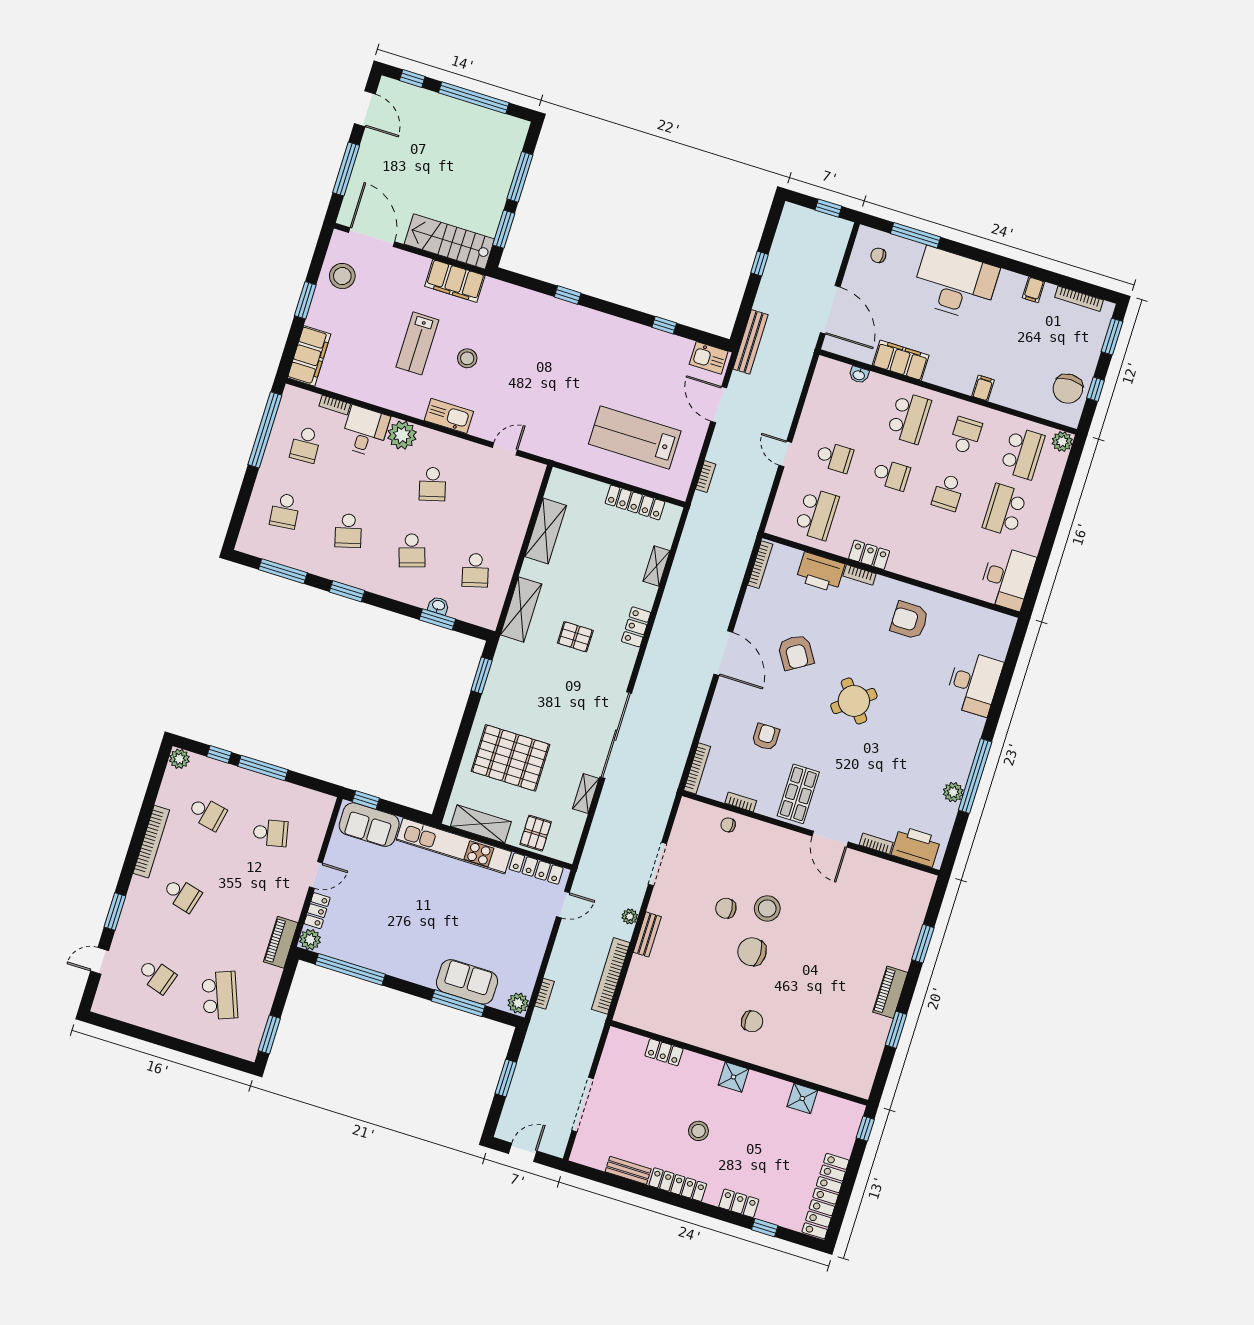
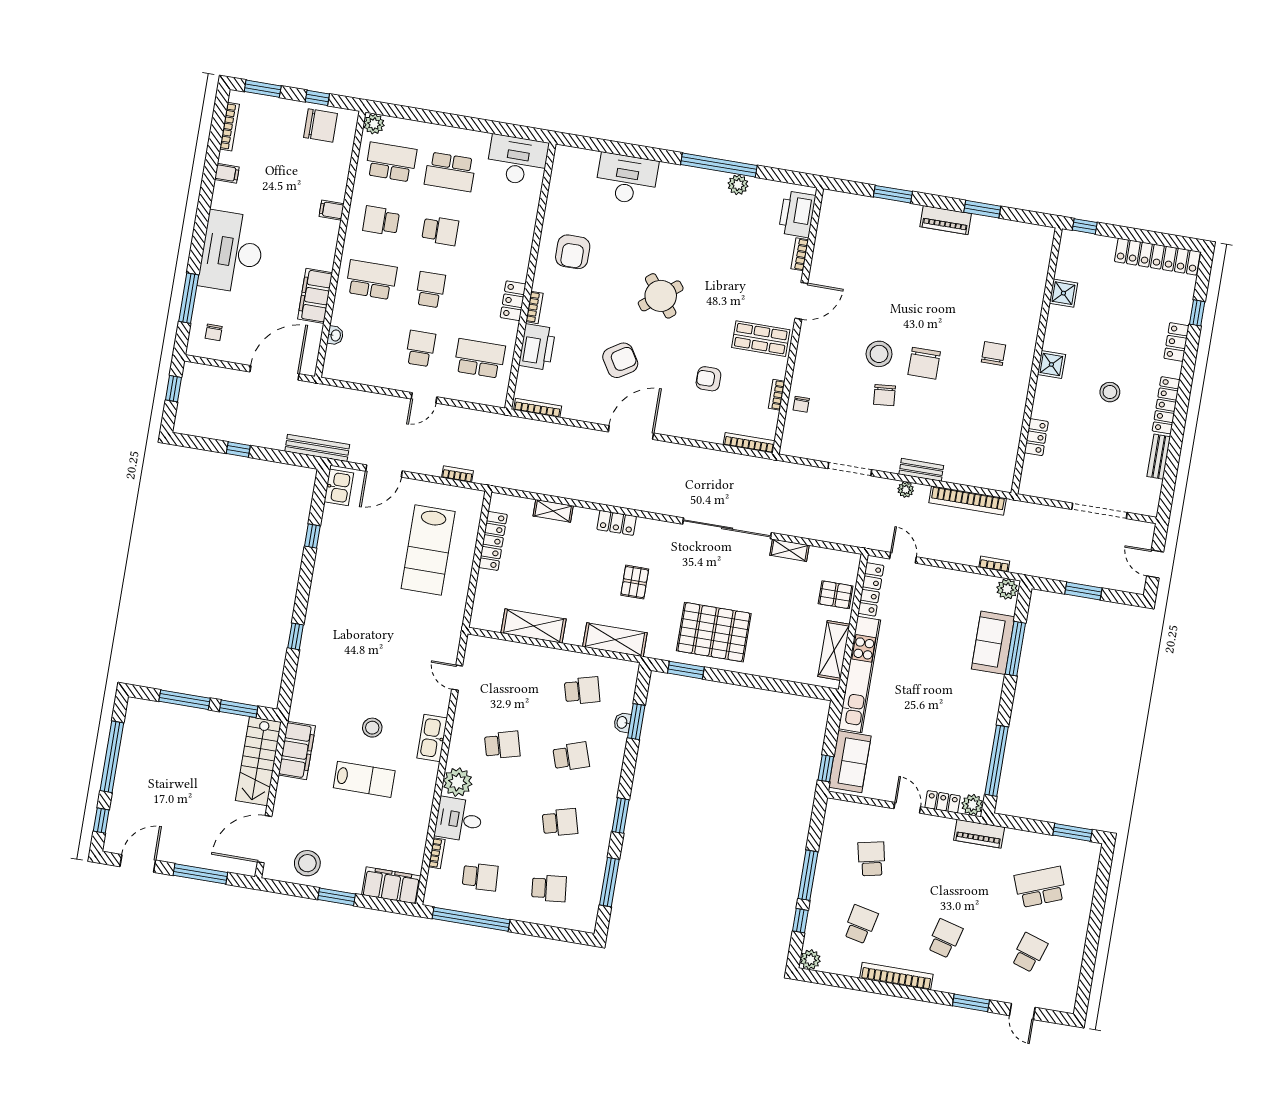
pallet: (510, 758) -> (714, 632), moved, turned 90

